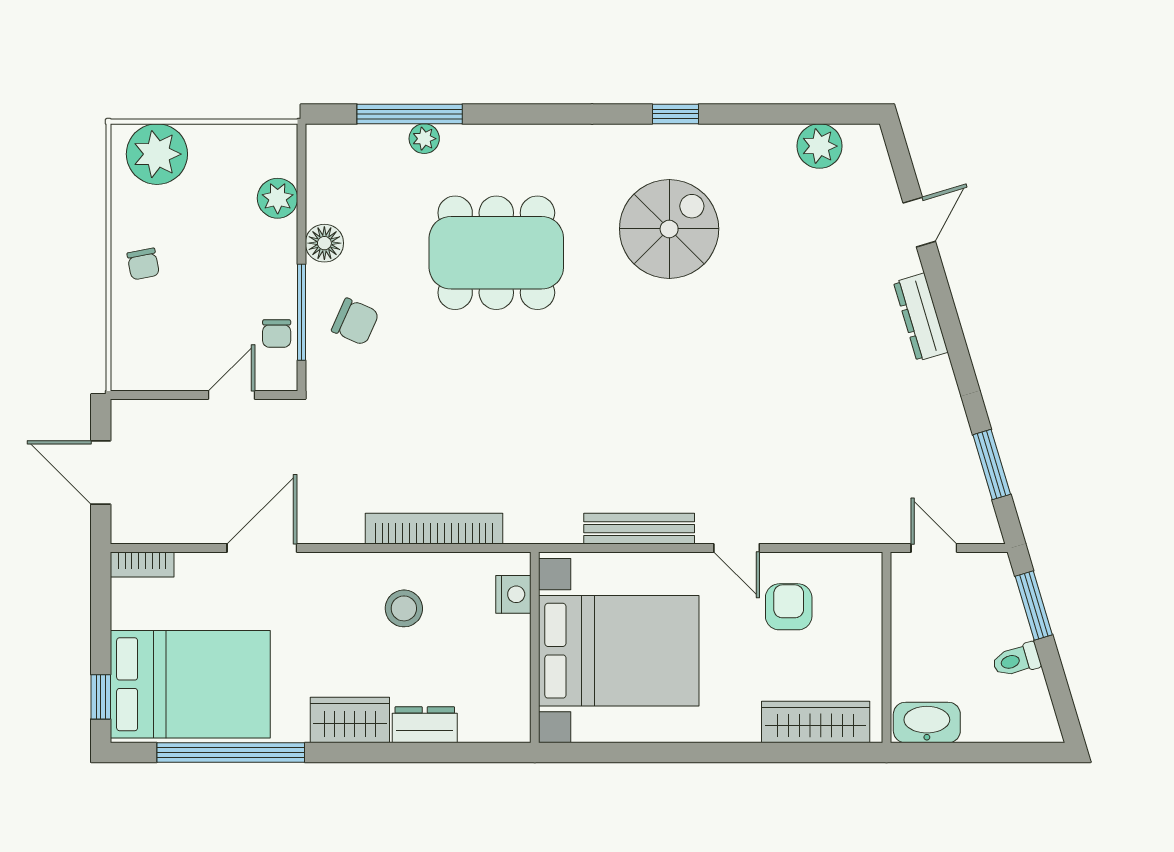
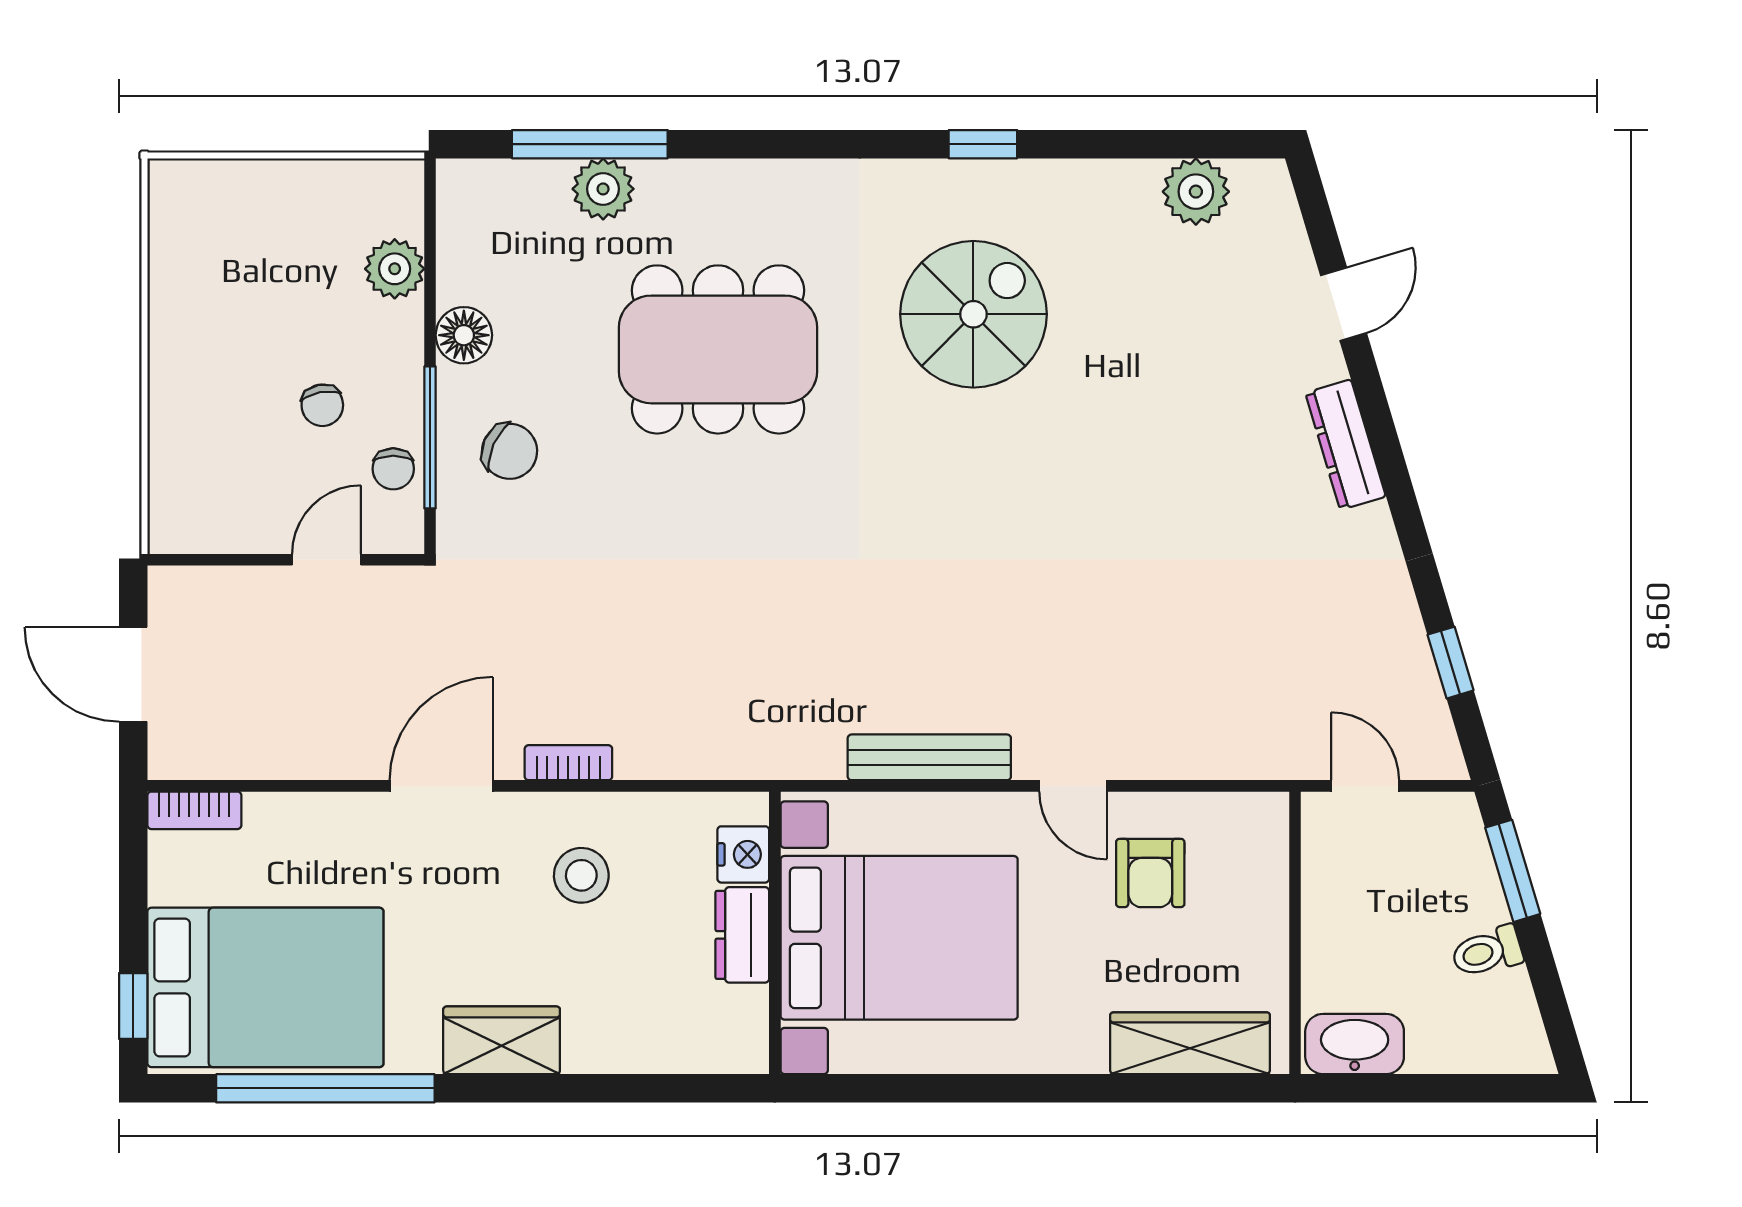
plant: (424, 139) -> (603, 189), width x1.38, depth x1.38
plant: (157, 154) -> (216, 203), removed
chair: (143, 264) -> (322, 405), moved
window: (992, 465) -> (1451, 663), width x0.67
bookcase: (434, 529) -> (568, 763), width x0.43, depth x0.76
door: (262, 548) -> (441, 786), moved
armchair: (789, 607) -> (1150, 873), turned 180
dresser: (425, 725) -> (742, 935), moved, turned -90

